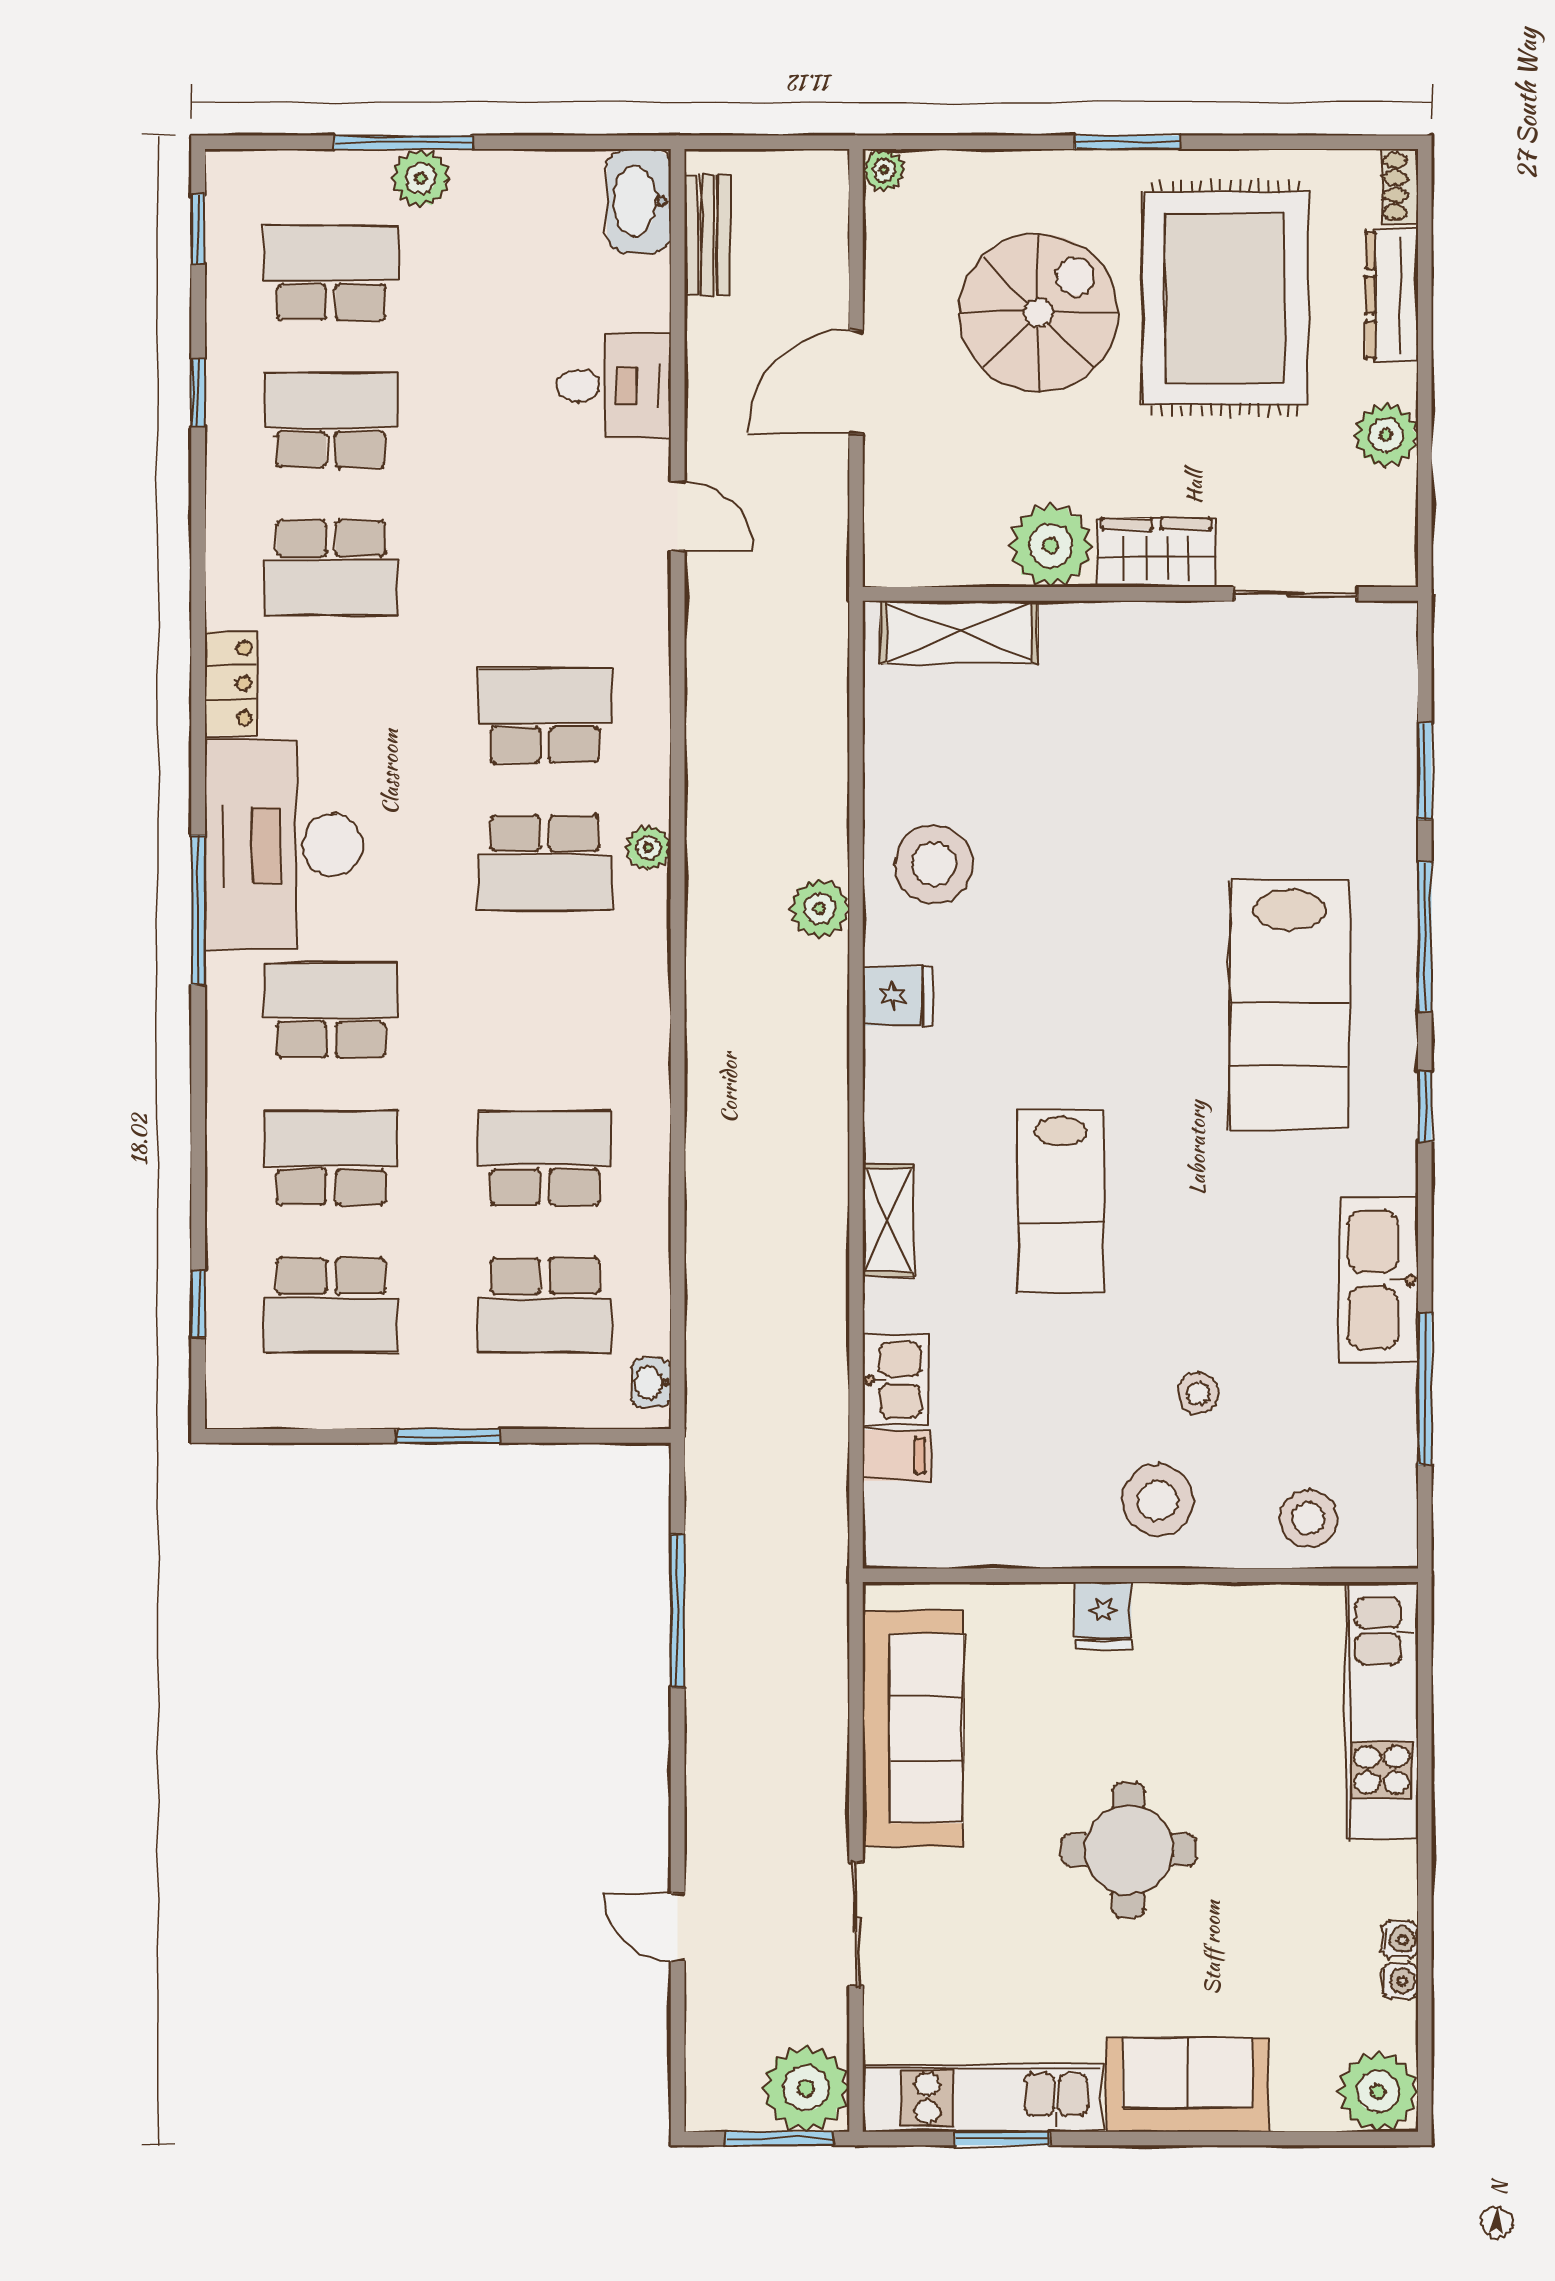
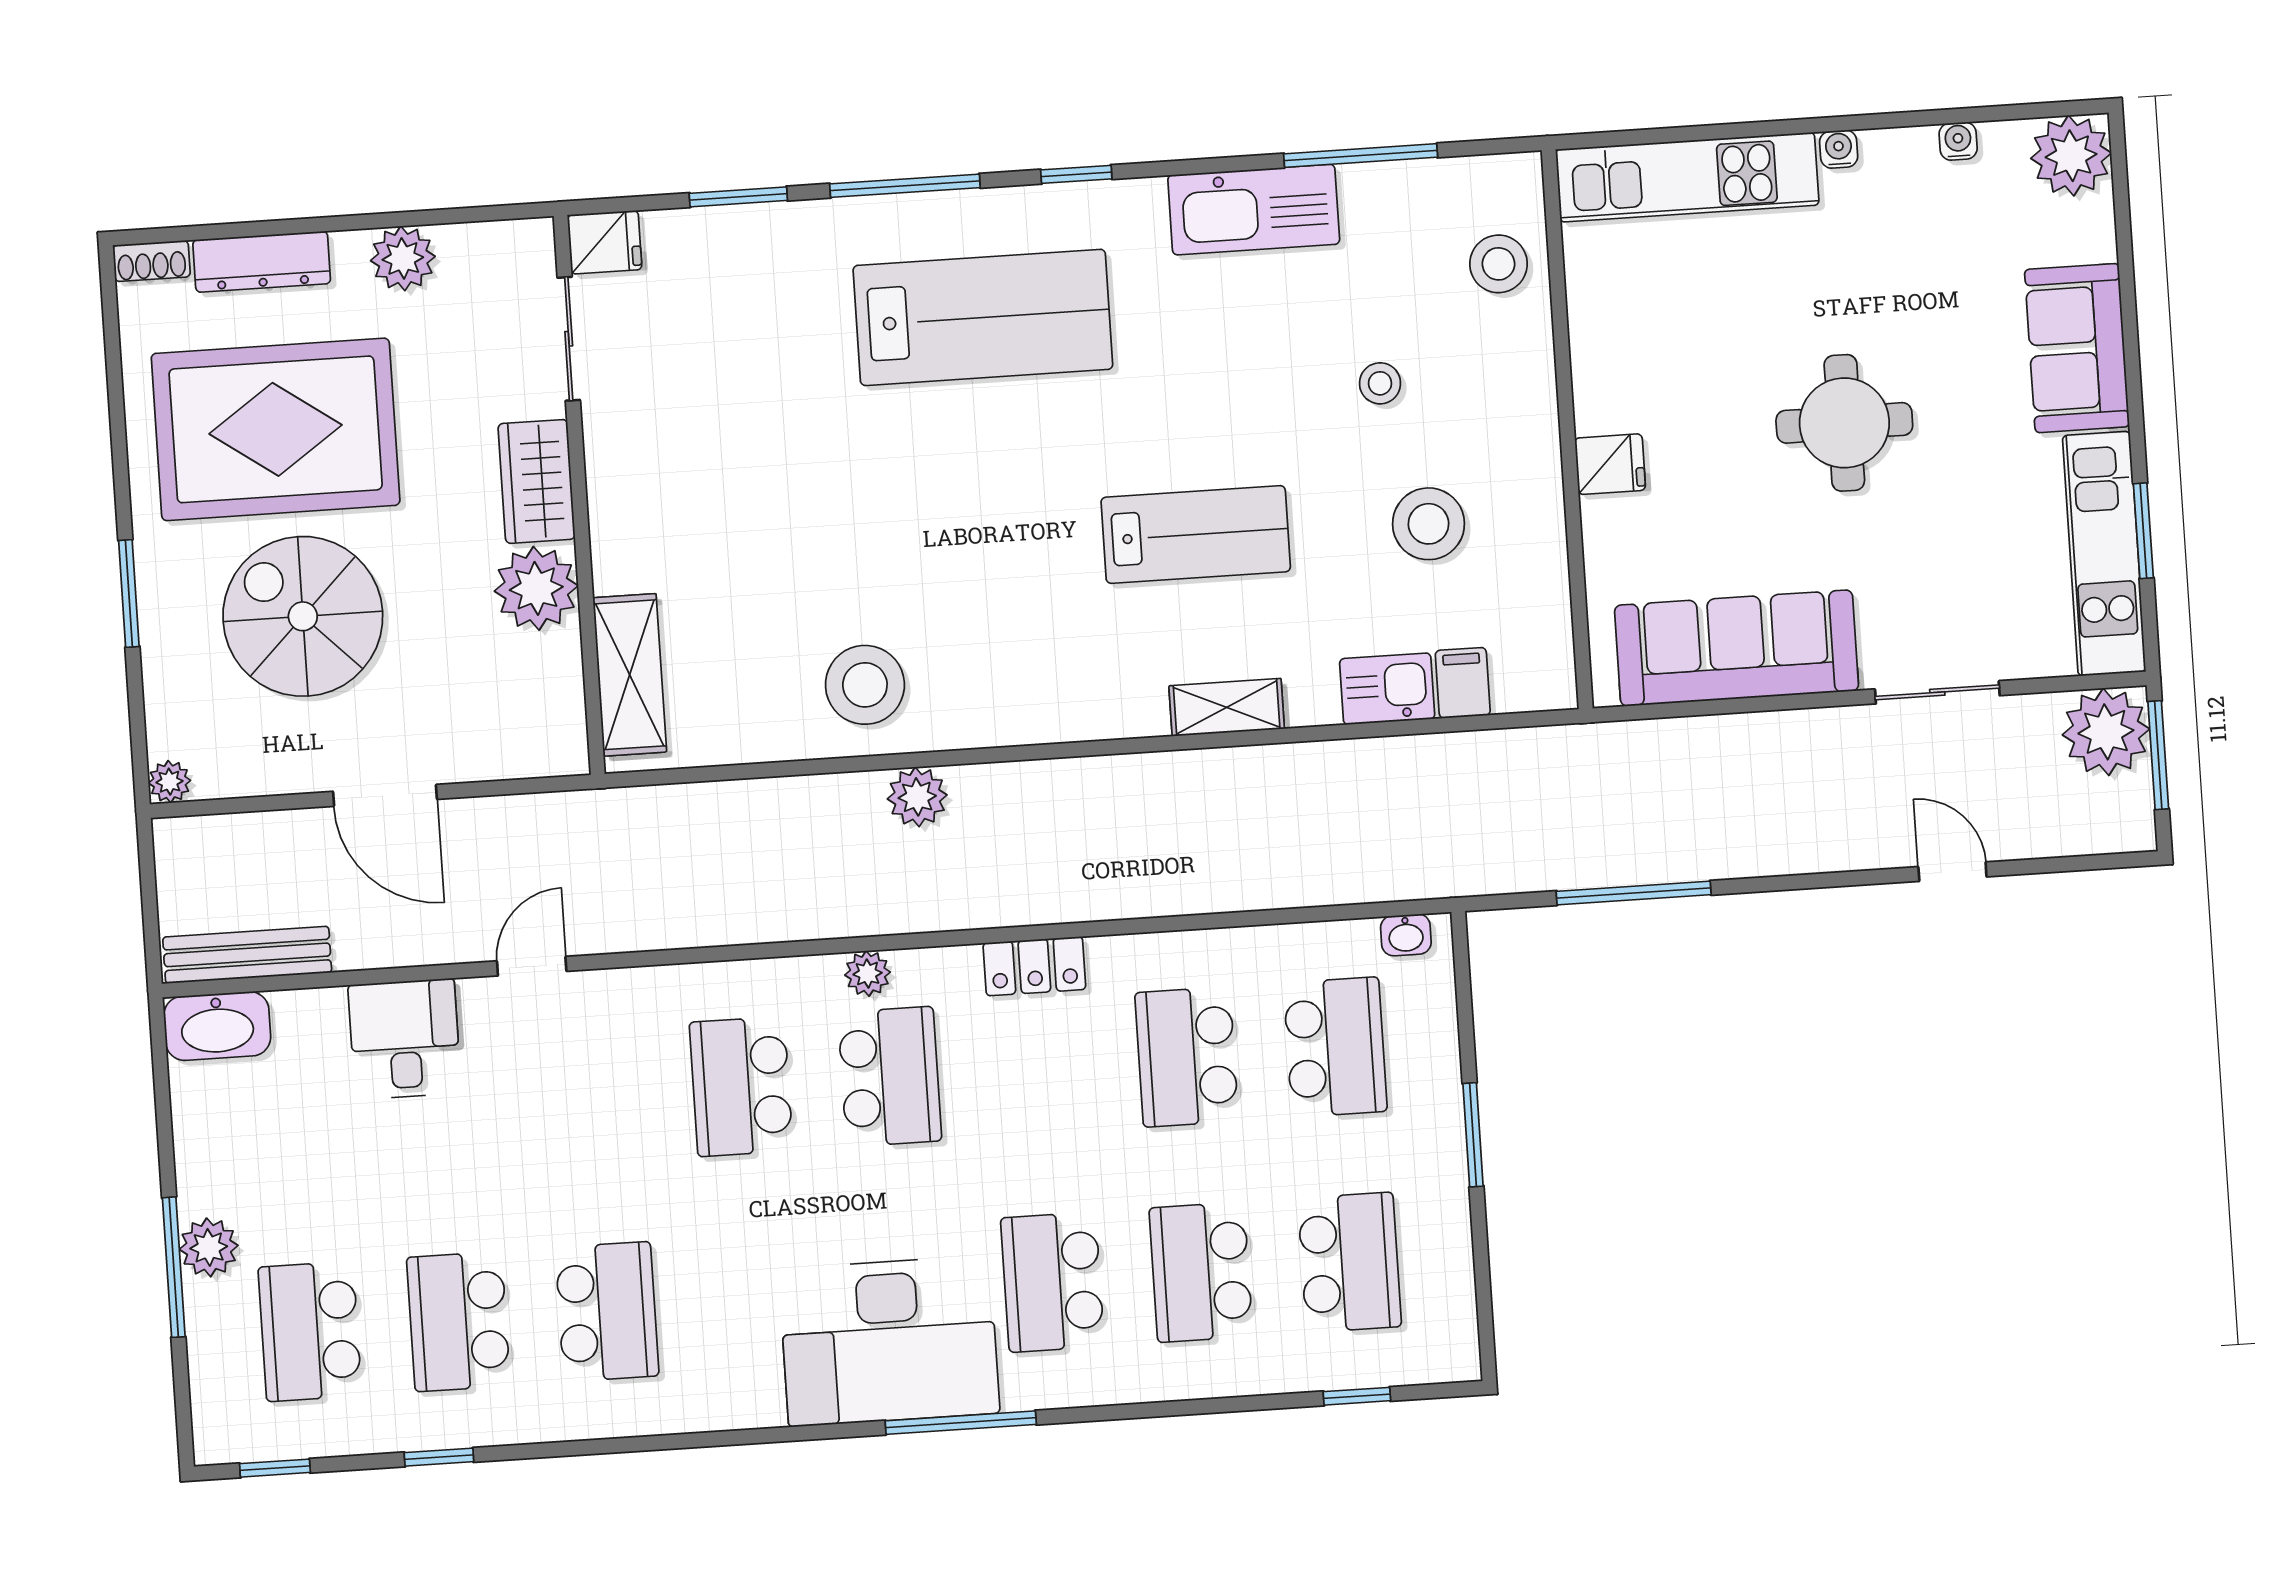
window: (1127, 142) -> (129, 593), moved
bench: (707, 235) -> (247, 955), width x1.36
locker: (231, 683) -> (1034, 966), moved, turned 180
fridge: (898, 996) -> (605, 242), moved, turned 90
stool: (1158, 1500) -> (1429, 524), moved
door: (678, 1927) -> (1952, 872), swing flipped
water cooler: (1400, 1940) -> (1839, 149), moved

